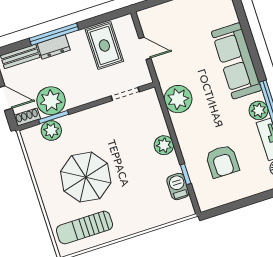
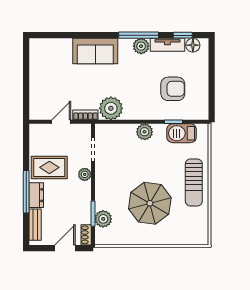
rug: (104, 45) -> (49, 167), moved
sofa: (236, 61) -> (95, 51), width x0.73
bookcase: (161, 73) -> (85, 115), added
plant: (51, 101) -> (85, 174), moved, width x0.53, depth x0.53
barbecue: (178, 187) -> (182, 133), width x1.38, depth x1.27
sun lounger: (84, 228) -> (194, 182), moved

